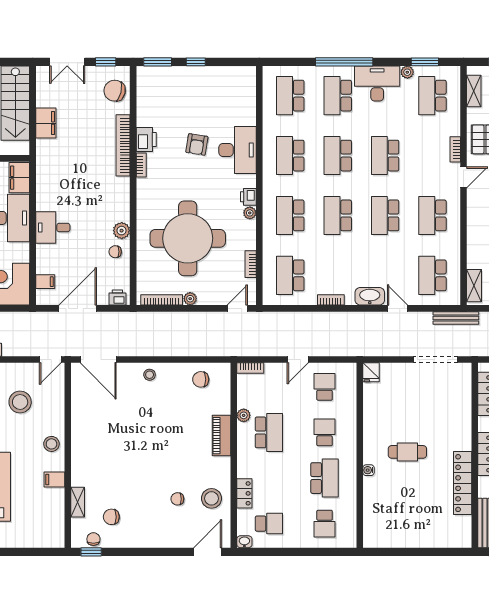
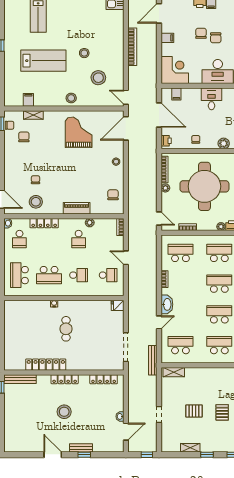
plant: (122, 231) -> (224, 143), moved
grand piano: (104, 432) -> (79, 132), added
school desk: (269, 432) -> (79, 239), width x0.54
filing cabinet: (54, 480) -> (28, 100), moved
locker: (244, 493) -> (44, 223), width x1.53
school desk: (325, 524) -> (19, 275), width x1.85

